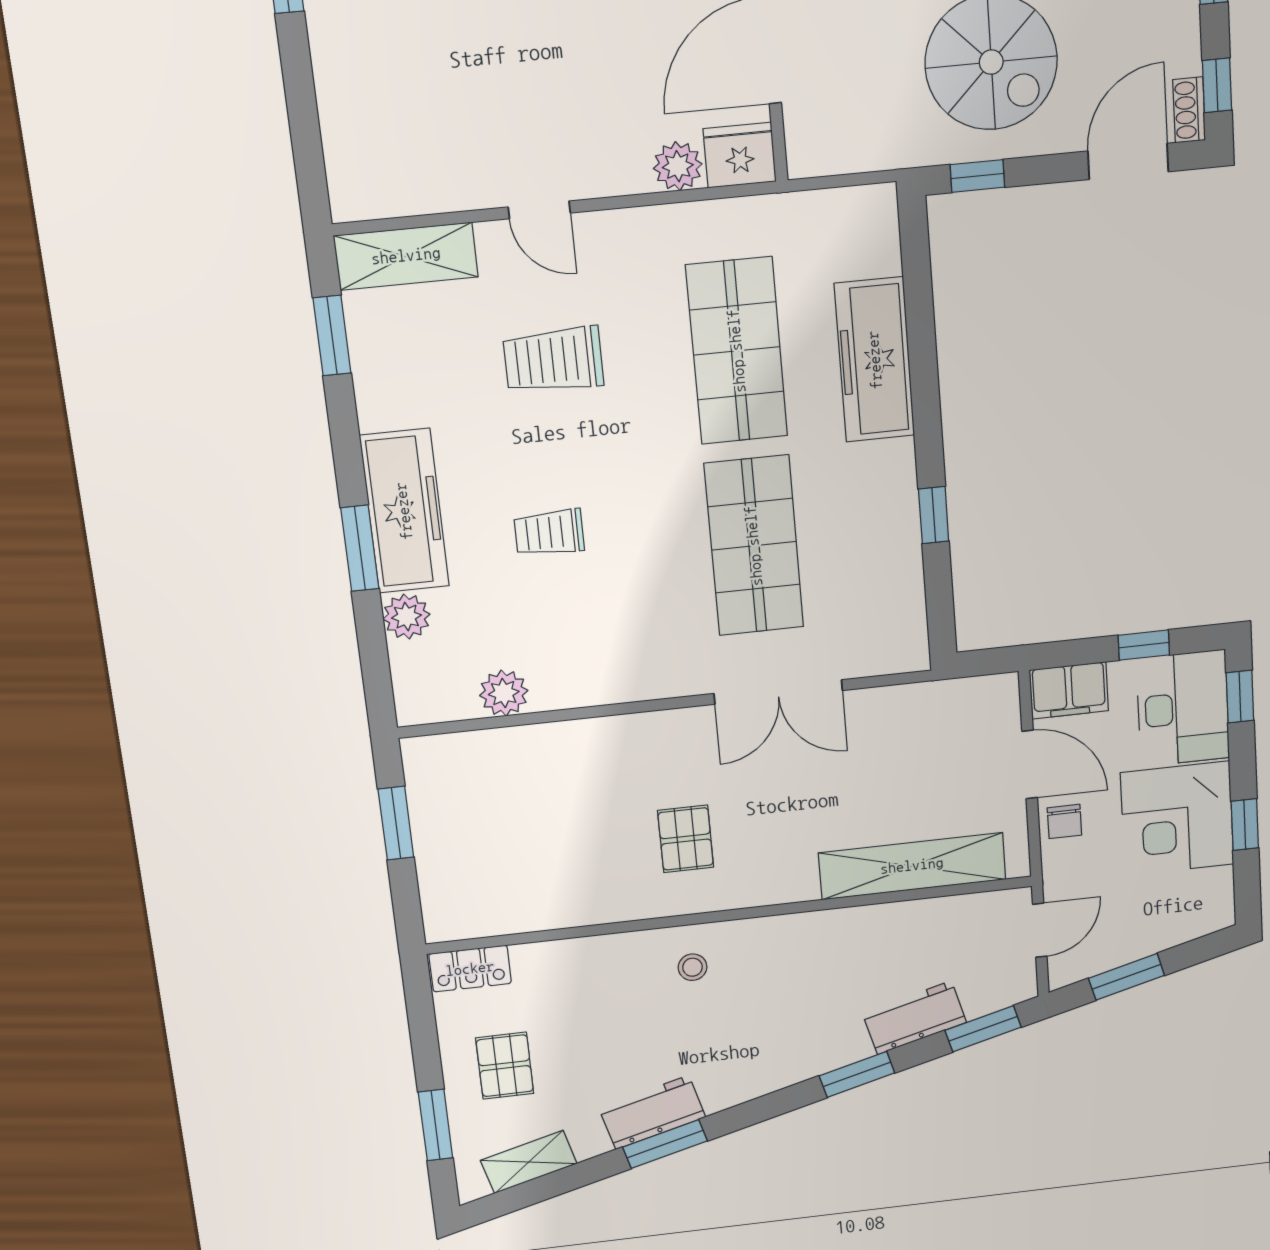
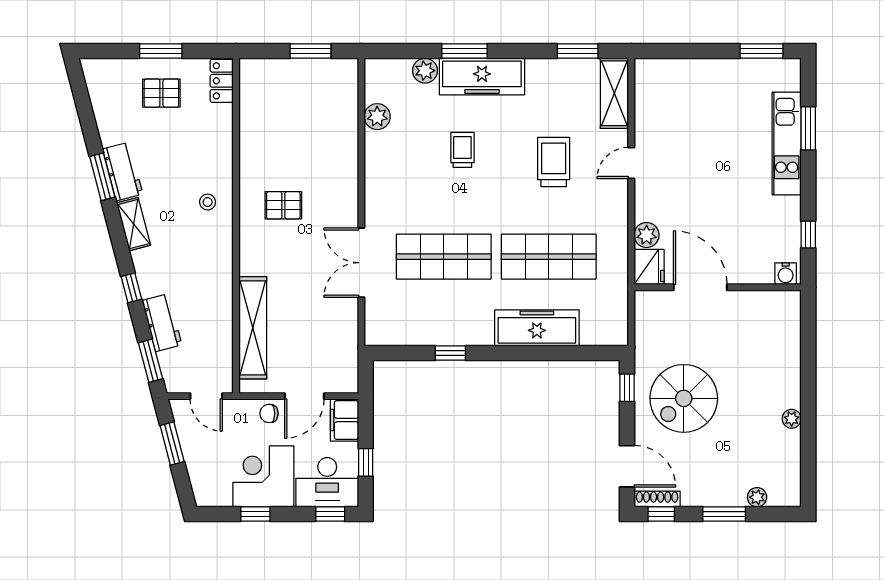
shoe rack: (1189, 110) -> (657, 499), width x1.43
window: (857, 1074) -> (131, 288), width x0.67
window: (436, 1125) -> (161, 51), moved
shelving: (529, 1162) -> (134, 224), moved

